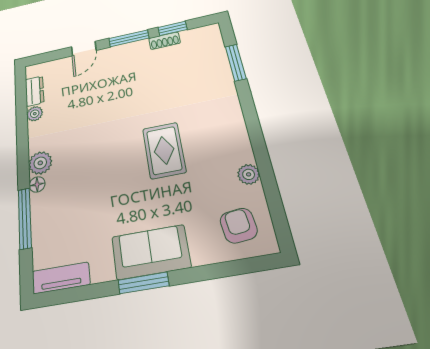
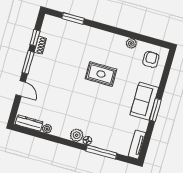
dresser: (35, 91) -> (29, 123), width x1.44
armchair: (239, 226) -> (151, 60), turned 96

